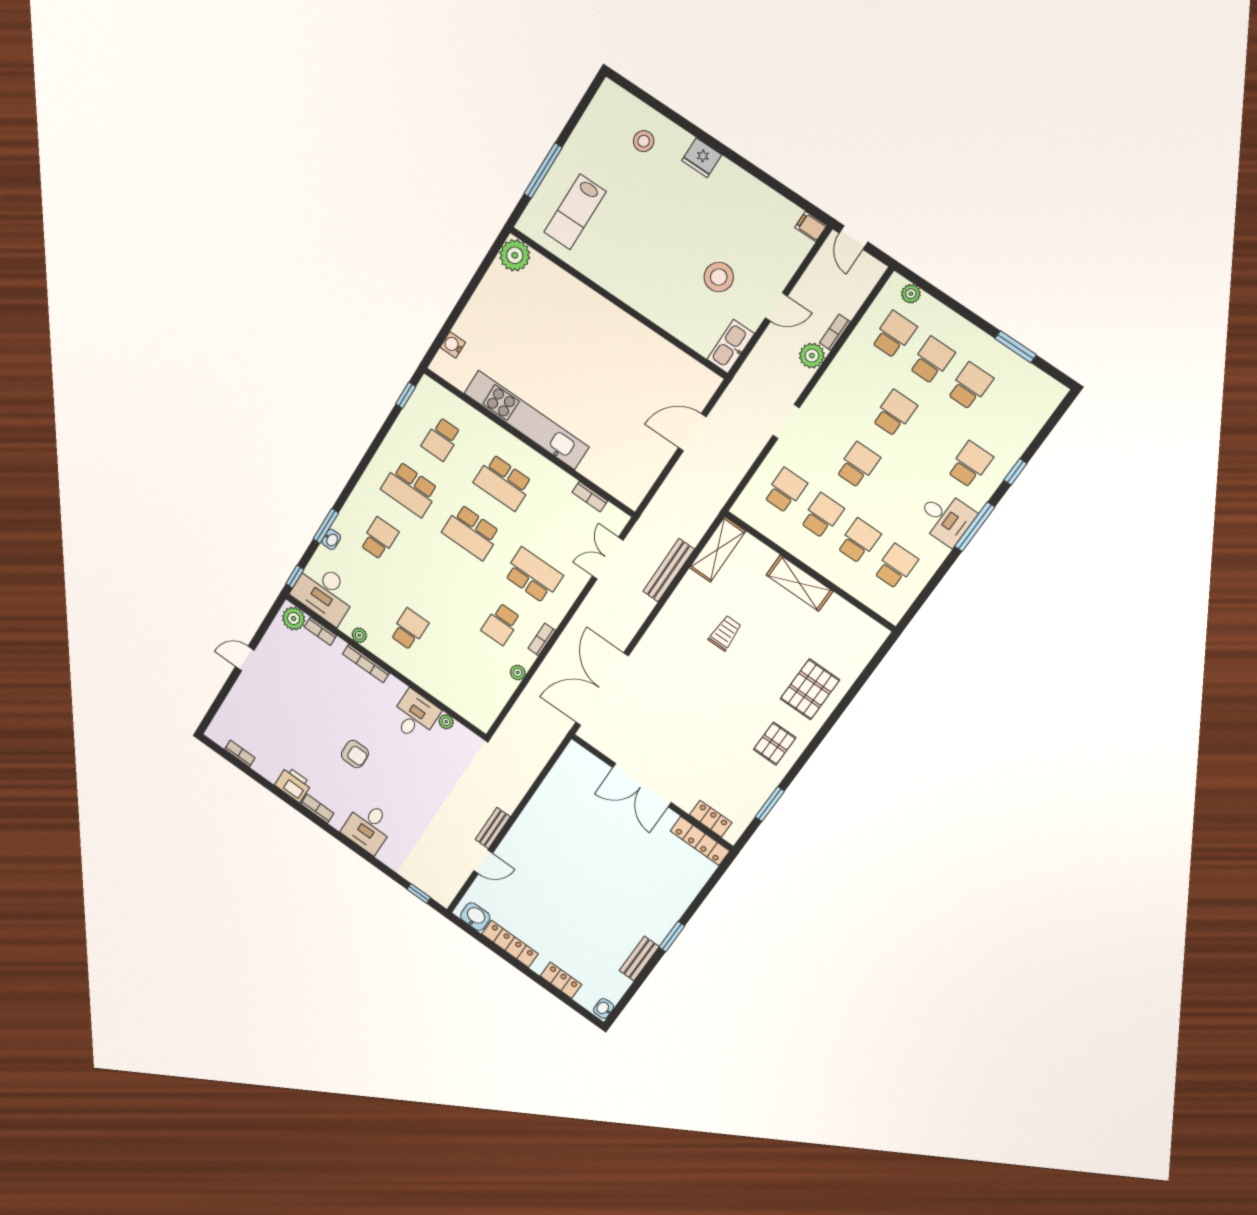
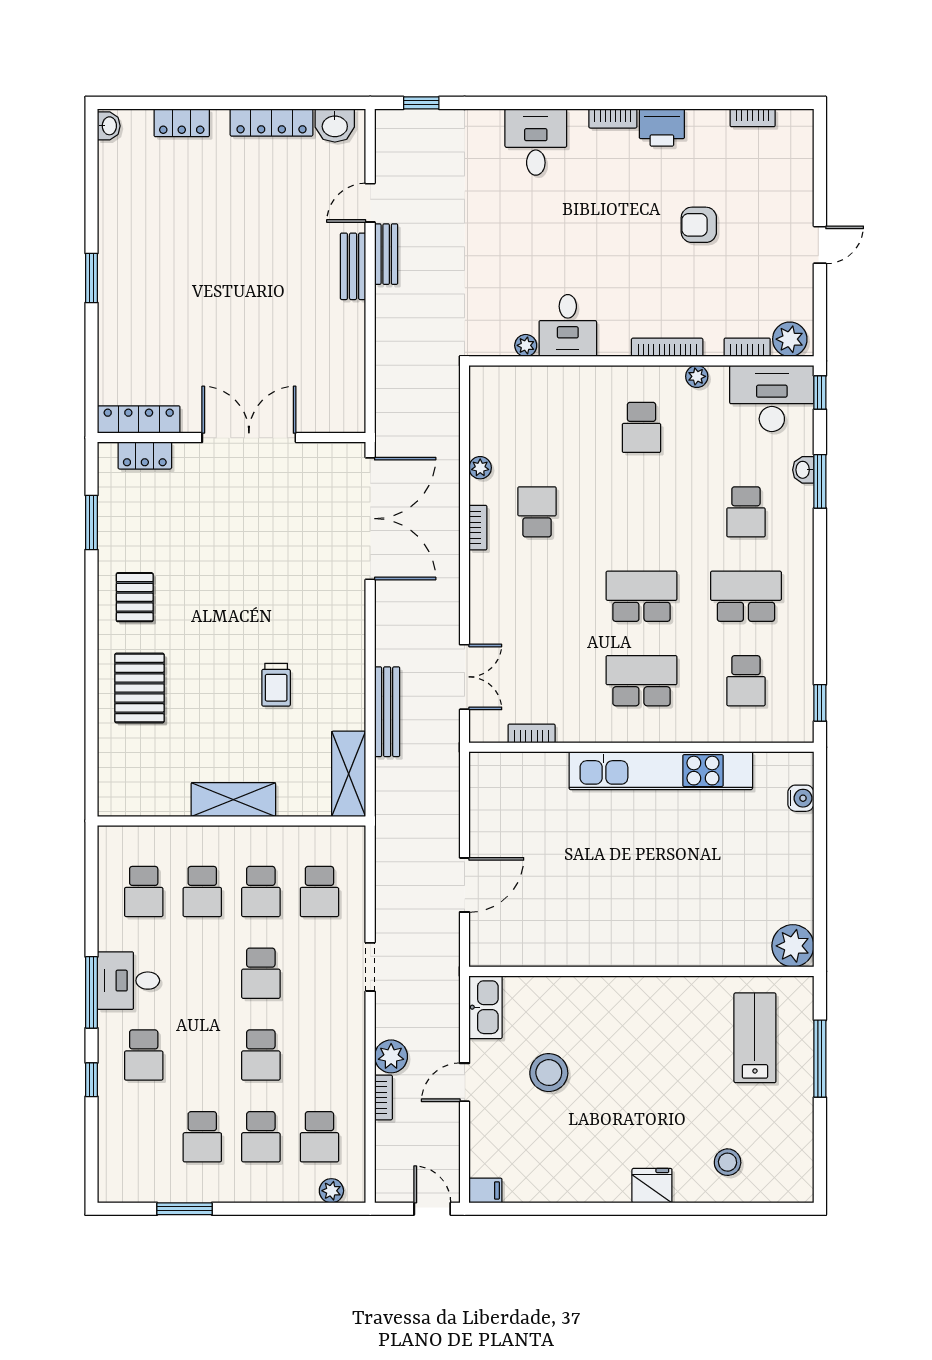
school desk: (441, 439) -> (746, 681), turned 180
school desk: (533, 575) -> (537, 596), removed
armchair: (355, 754) -> (699, 225), moved
bench: (639, 959) -> (353, 266), moved

